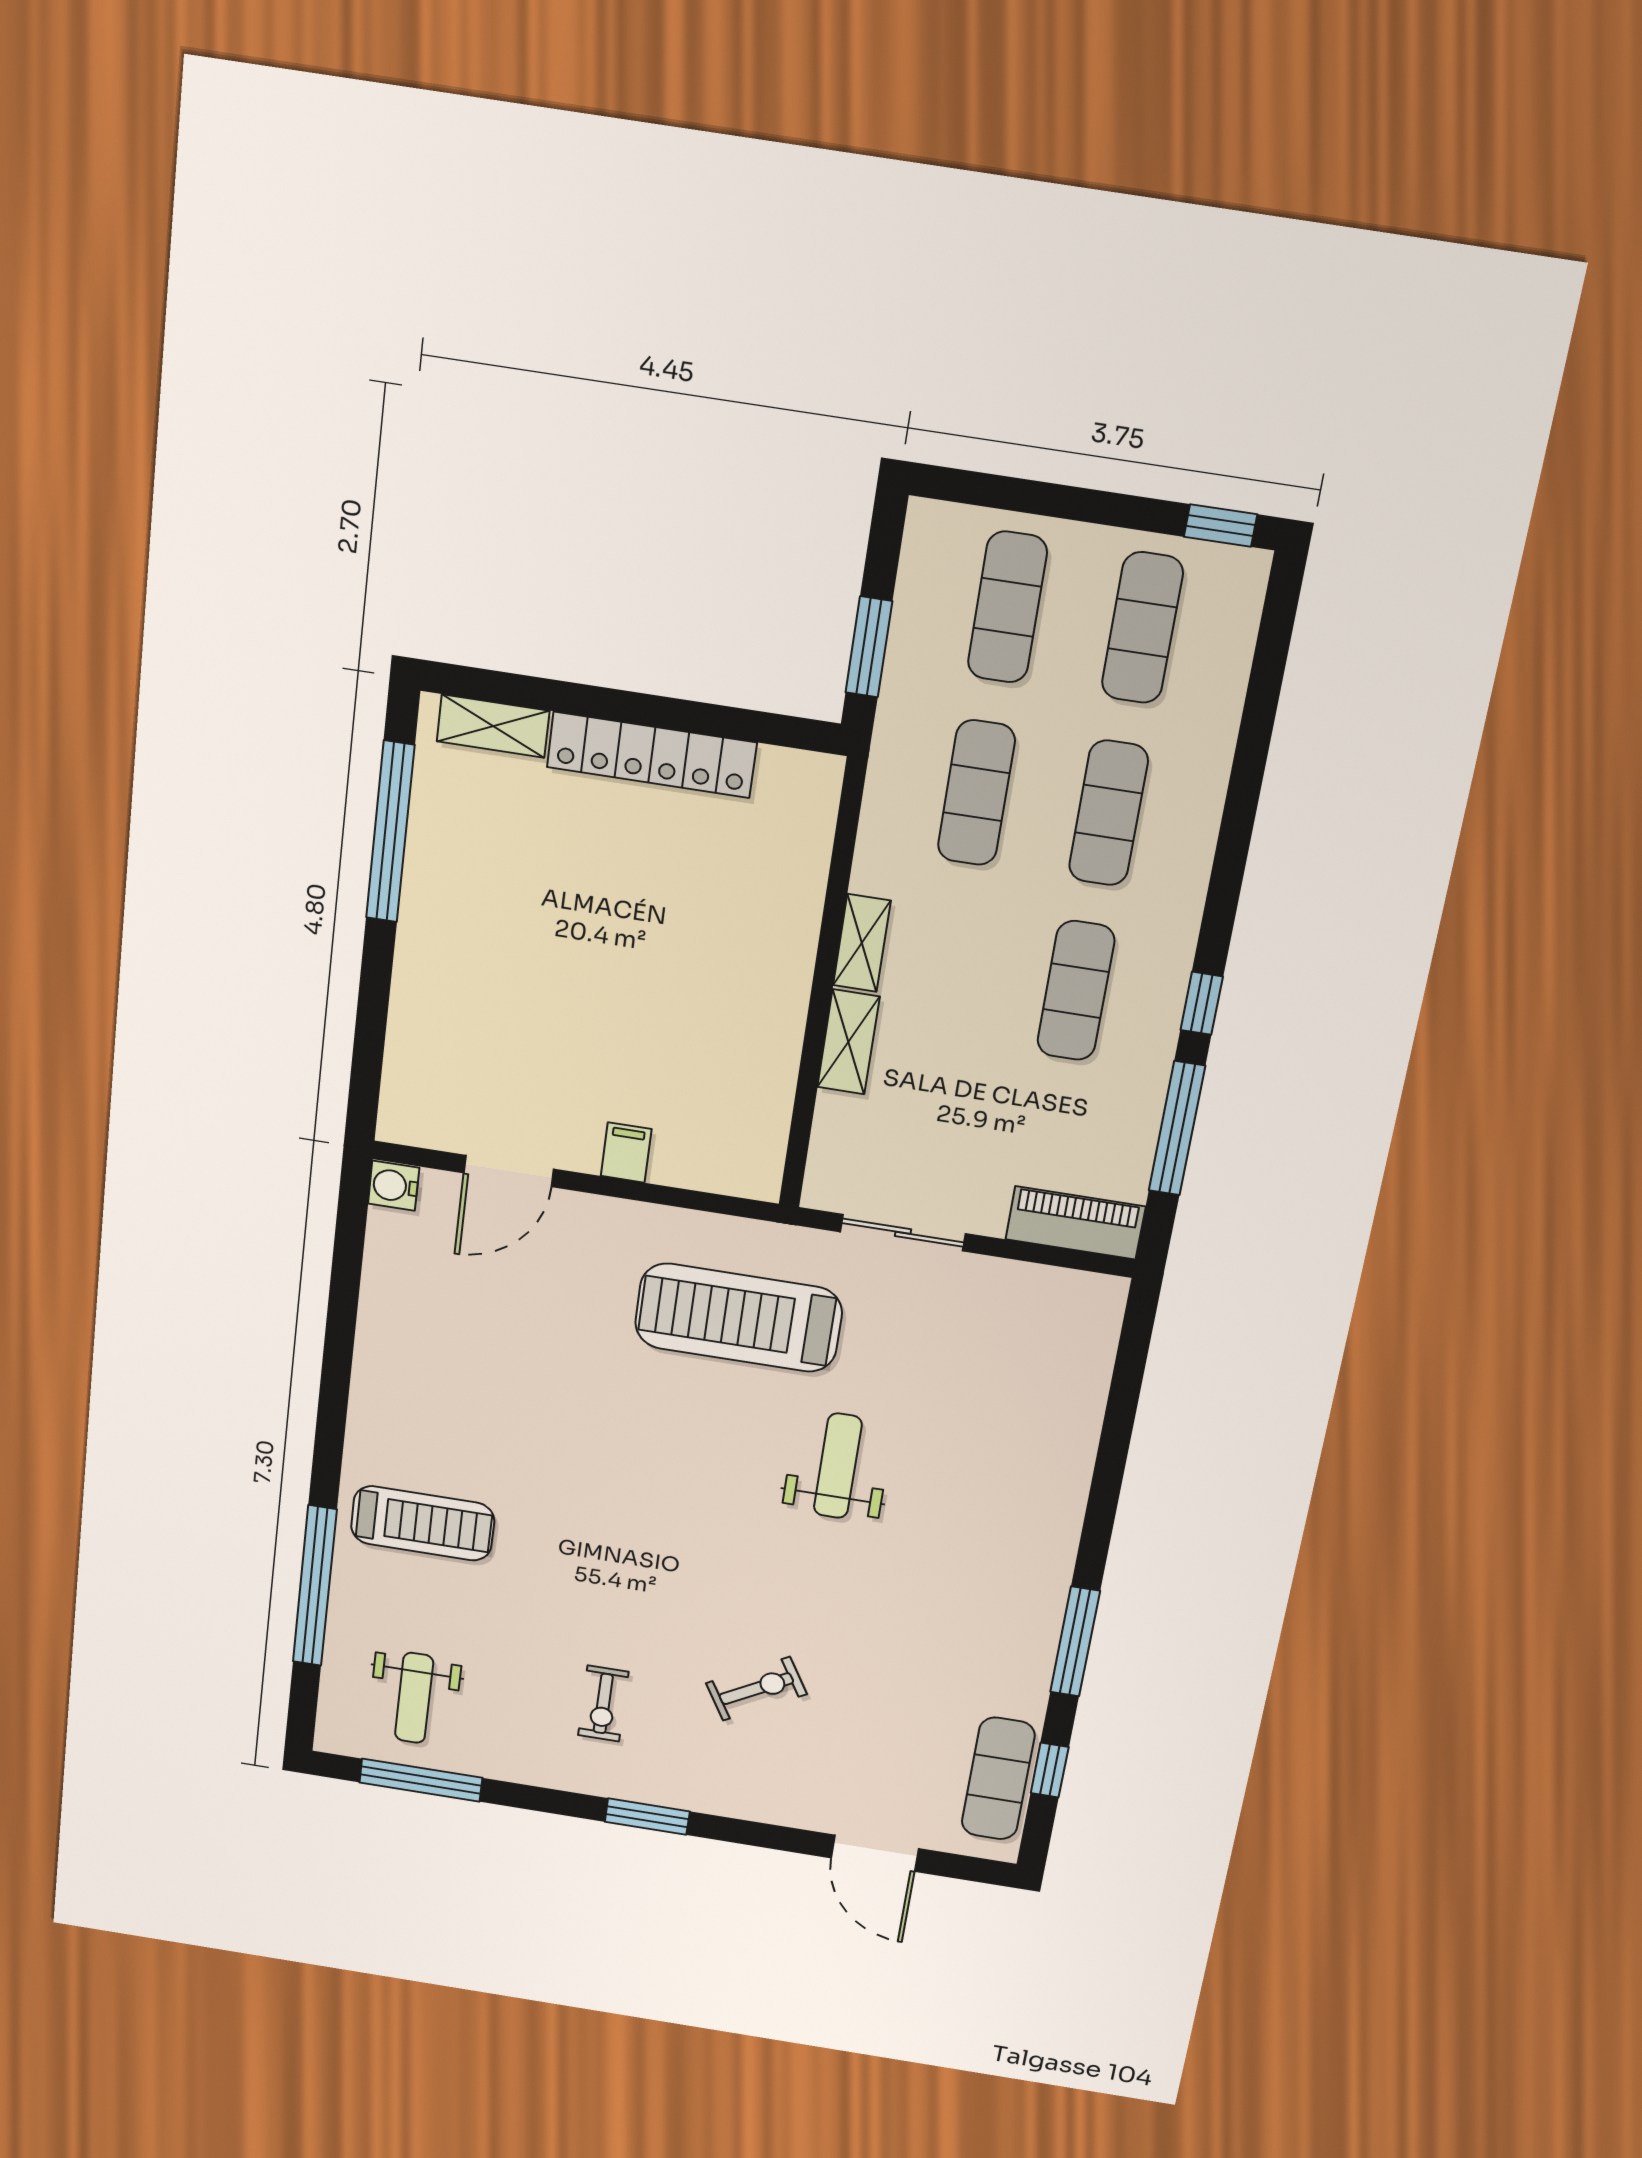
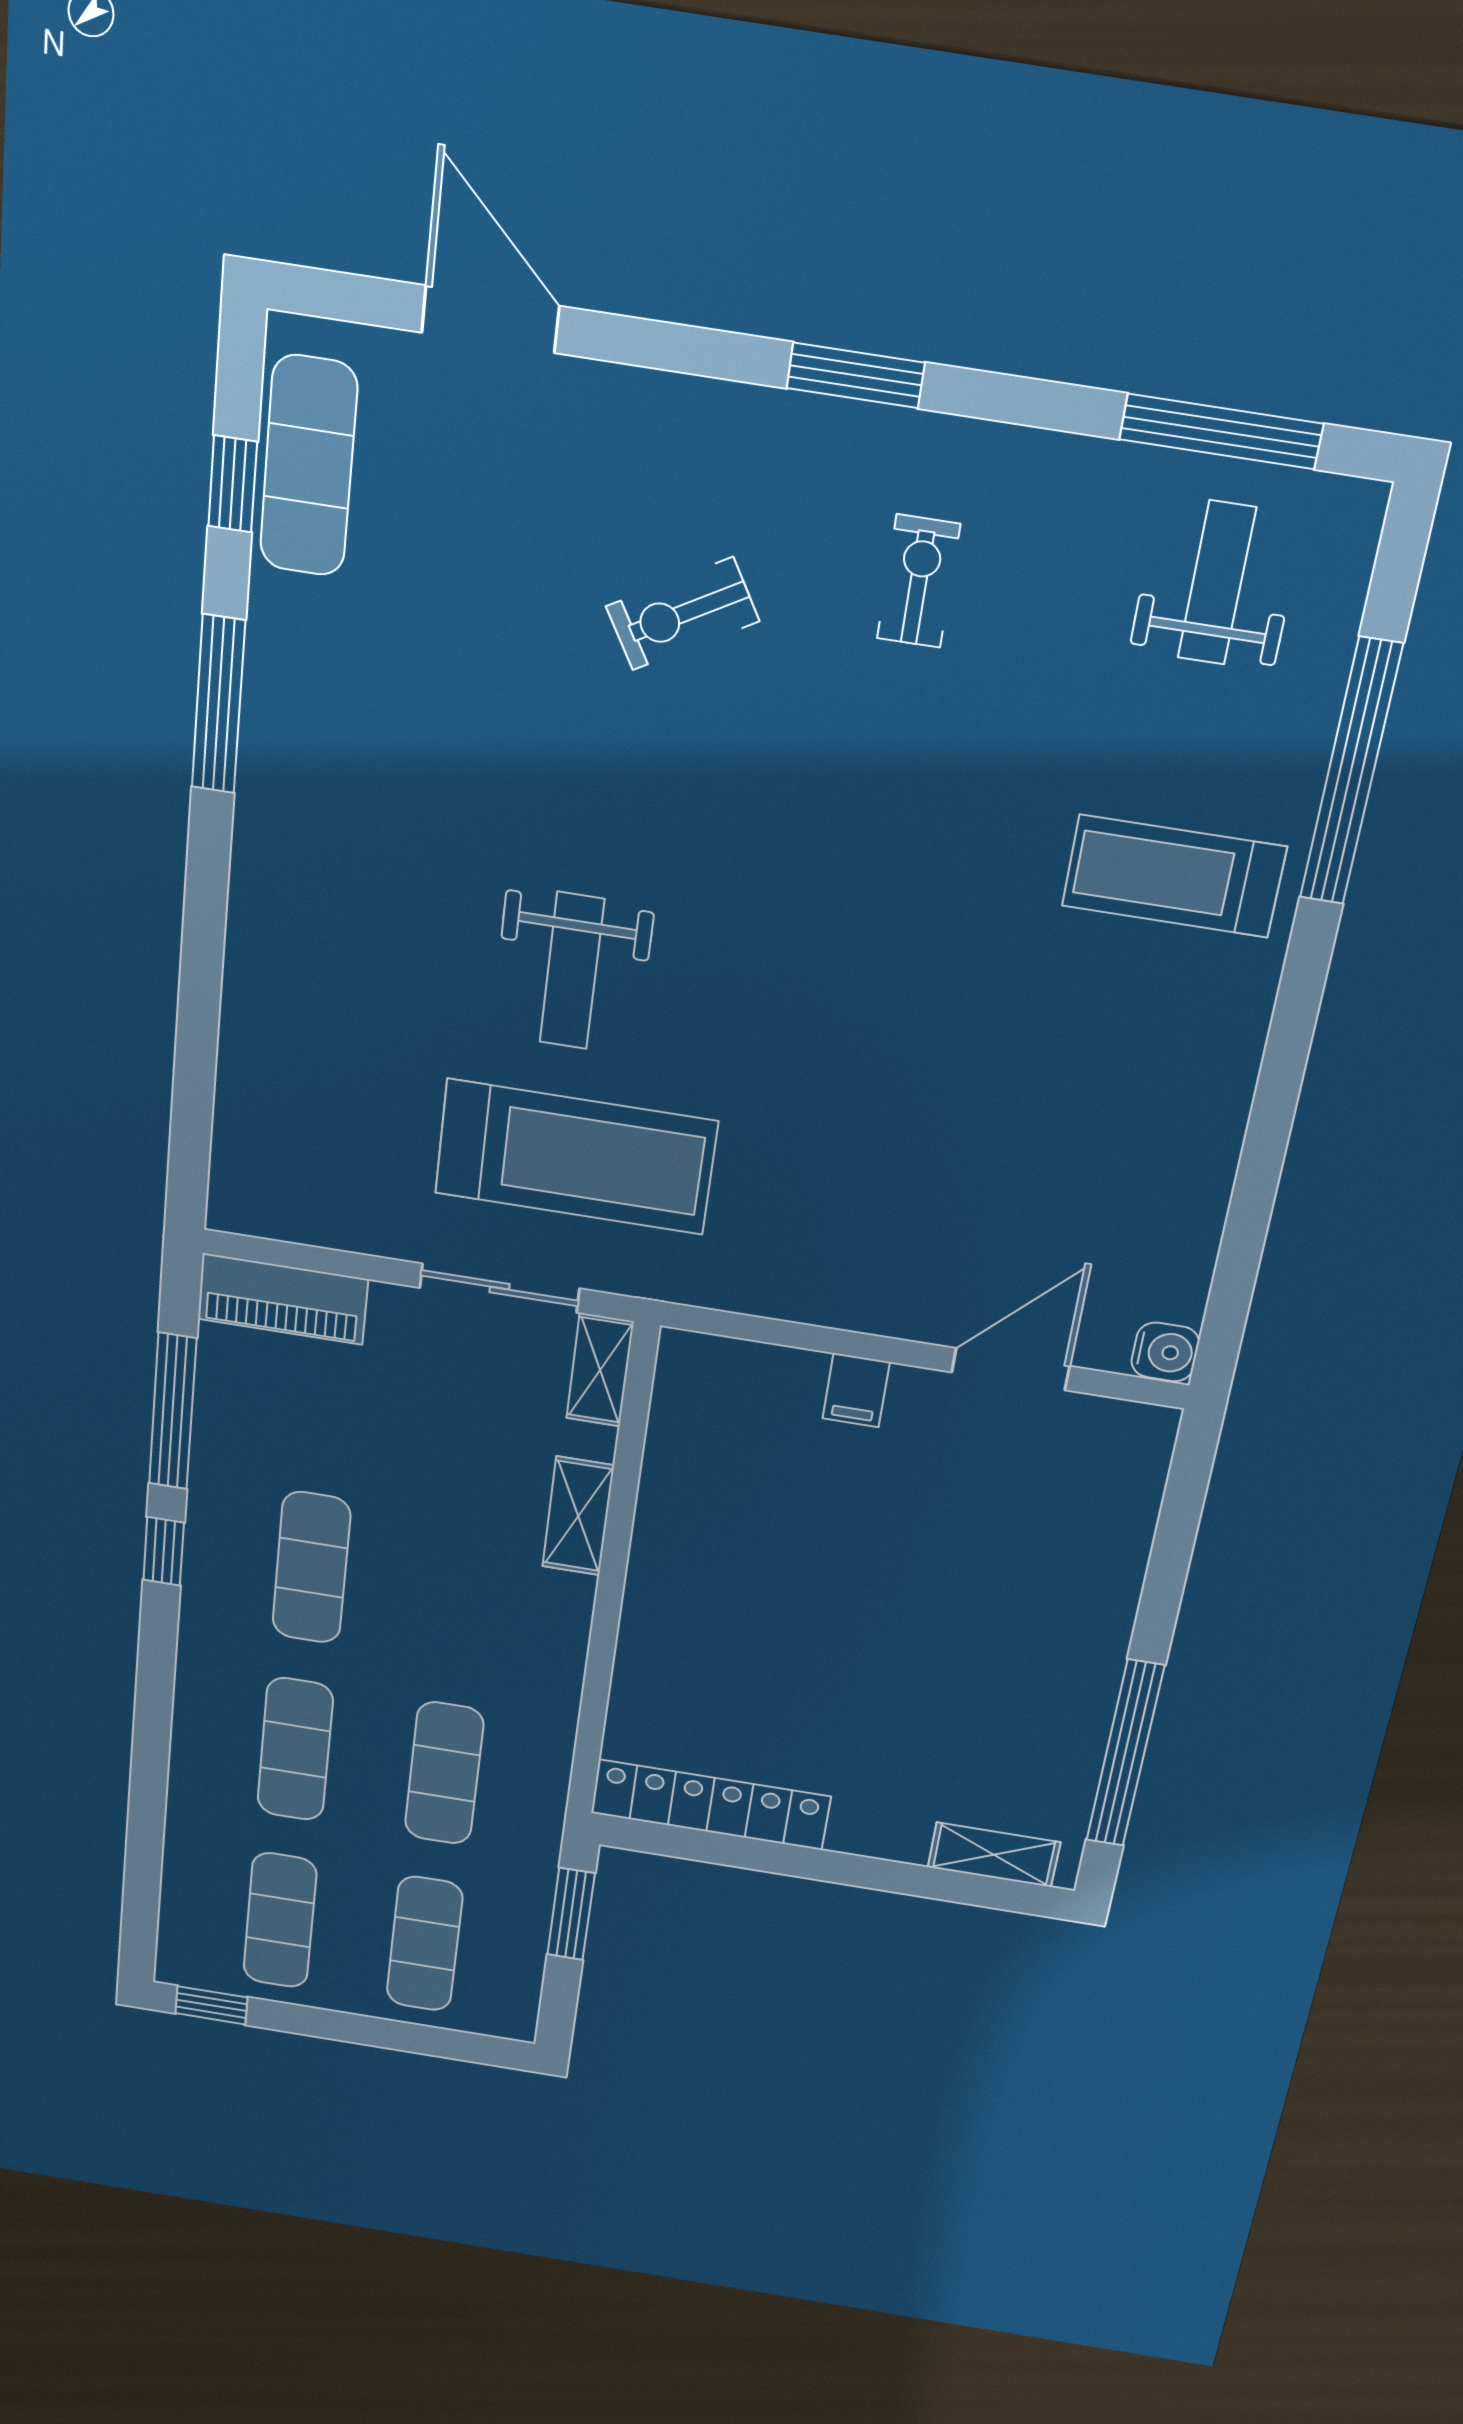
locker: (652, 755) -> (711, 1805), moved
shelving: (862, 943) -> (600, 1370), moved
treadmill: (738, 1318) -> (576, 1157), moved

